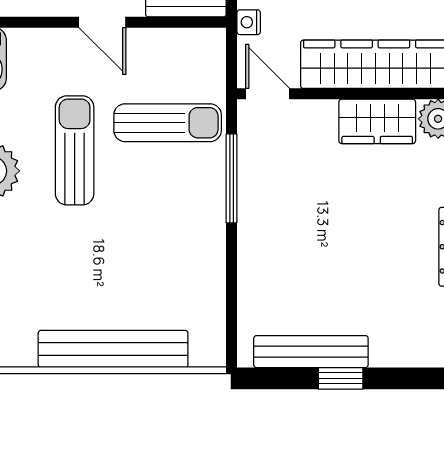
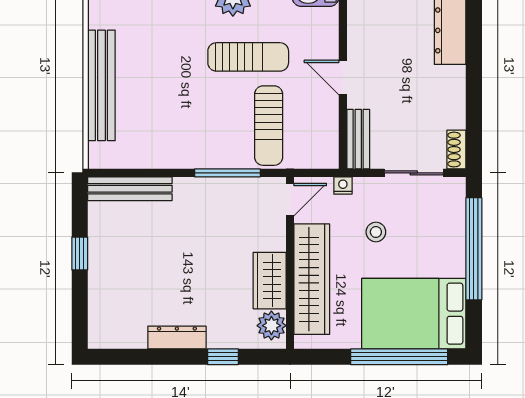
door: (102, 22) -> (343, 77), hinge flipped
bench: (311, 352) -> (130, 189), moved, turned 90

